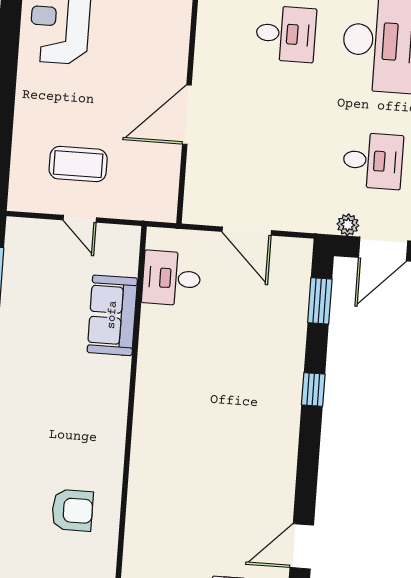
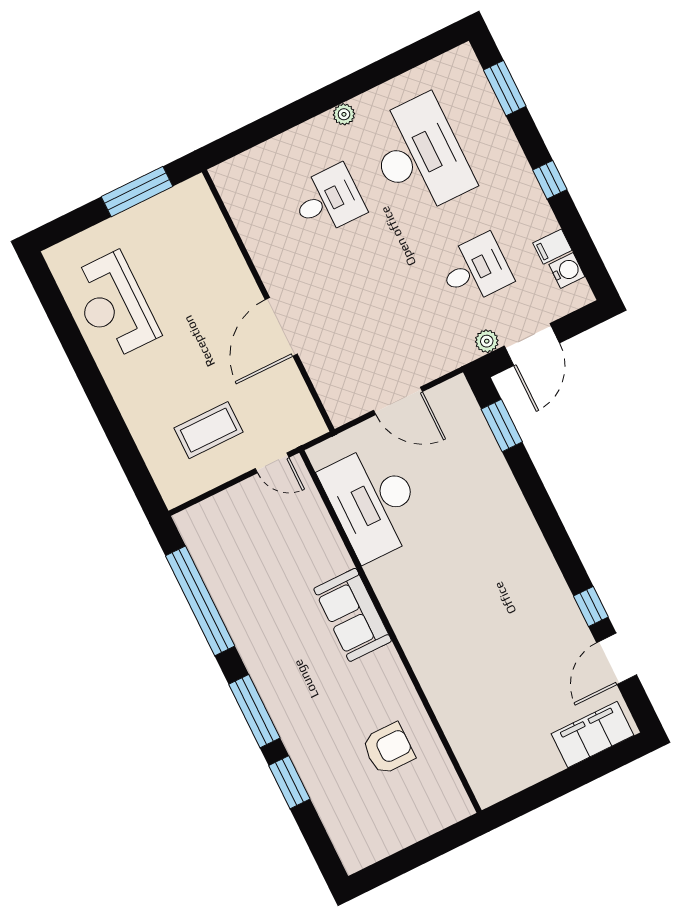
door: (80, 219) -> (272, 463), moved
desk: (171, 278) -> (373, 502), width x1.87, depth x1.30
sofa: (112, 315) -> (353, 615), moved
window: (313, 390) -> (591, 607), moved

